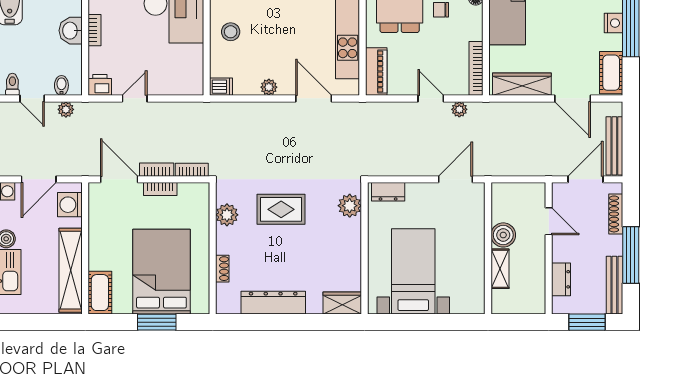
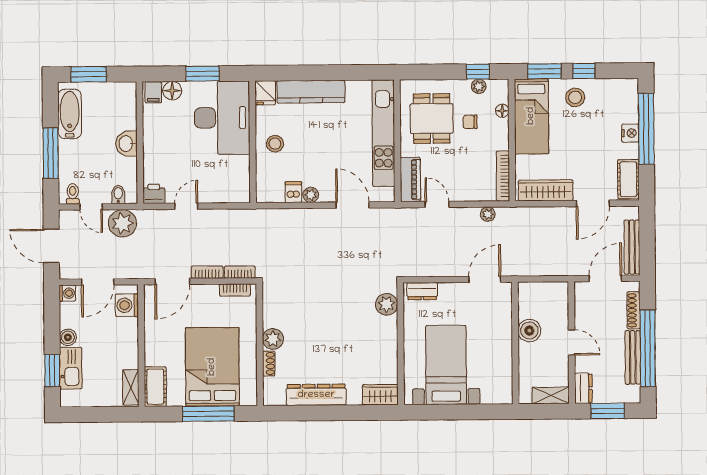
bookcase: (95, 30) -> (149, 143), removed
dishwasher: (221, 87) -> (293, 192), moved, turned -90
door: (431, 98) -> (437, 204), moved
door: (573, 98) -> (593, 203), hinge flipped
plant: (66, 109) -> (123, 223), width x1.88, depth x1.88
door: (119, 179) -> (172, 281), swing flipped
bookcase: (160, 189) -> (235, 290), moved
rug: (281, 209) -> (323, 308), removed
plant: (227, 215) -> (273, 339), moved
door: (549, 221) -> (572, 342), moved
window: (631, 255) -> (648, 348), width x1.46
shelving: (500, 269) -> (551, 395), moved, turned 90
shelving: (71, 270) -> (131, 387), width x0.45, depth x0.75
dresser: (561, 279) -> (583, 388), moved
bench: (614, 285) -> (633, 357), moved
window: (157, 322) -> (208, 414), width x1.44

